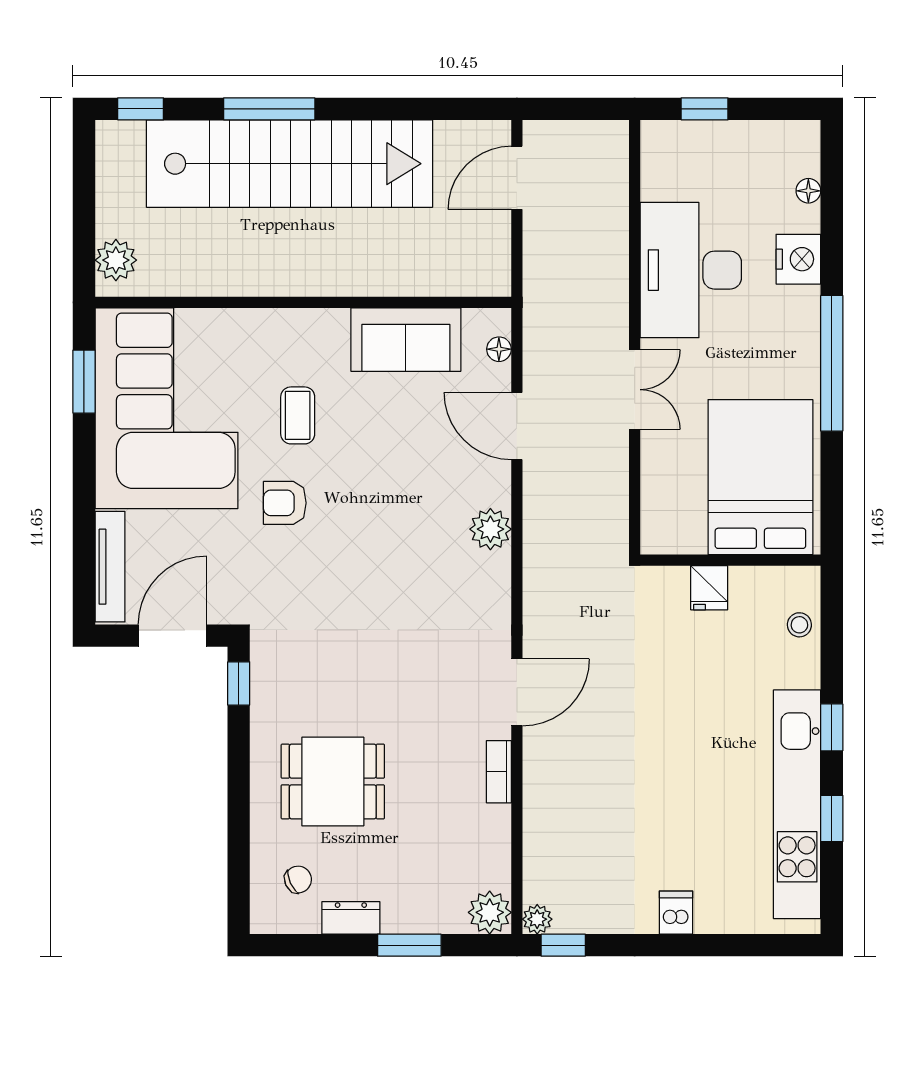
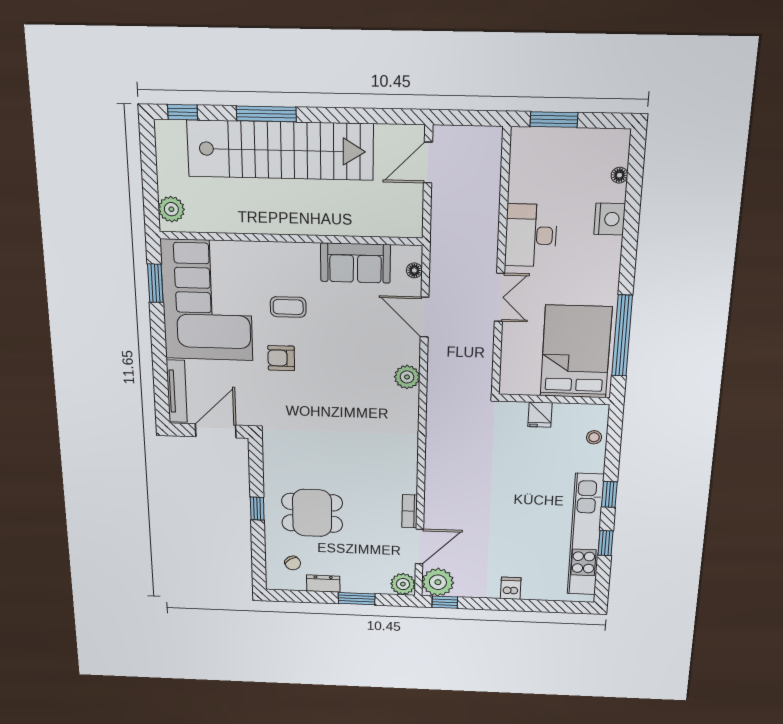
window: (705, 109) -> (554, 120), width x1.50
desk: (691, 270) -> (531, 235), width x0.73, depth x0.77
window: (832, 363) -> (622, 336), moved
coffee table: (298, 415) -> (288, 307), turned 90
window: (239, 683) -> (257, 509), moved
door: (517, 692) -> (419, 546), moved
chair: (298, 880) -> (293, 563), turned 82
plant: (537, 919) -> (438, 582), width x1.87, depth x1.87

